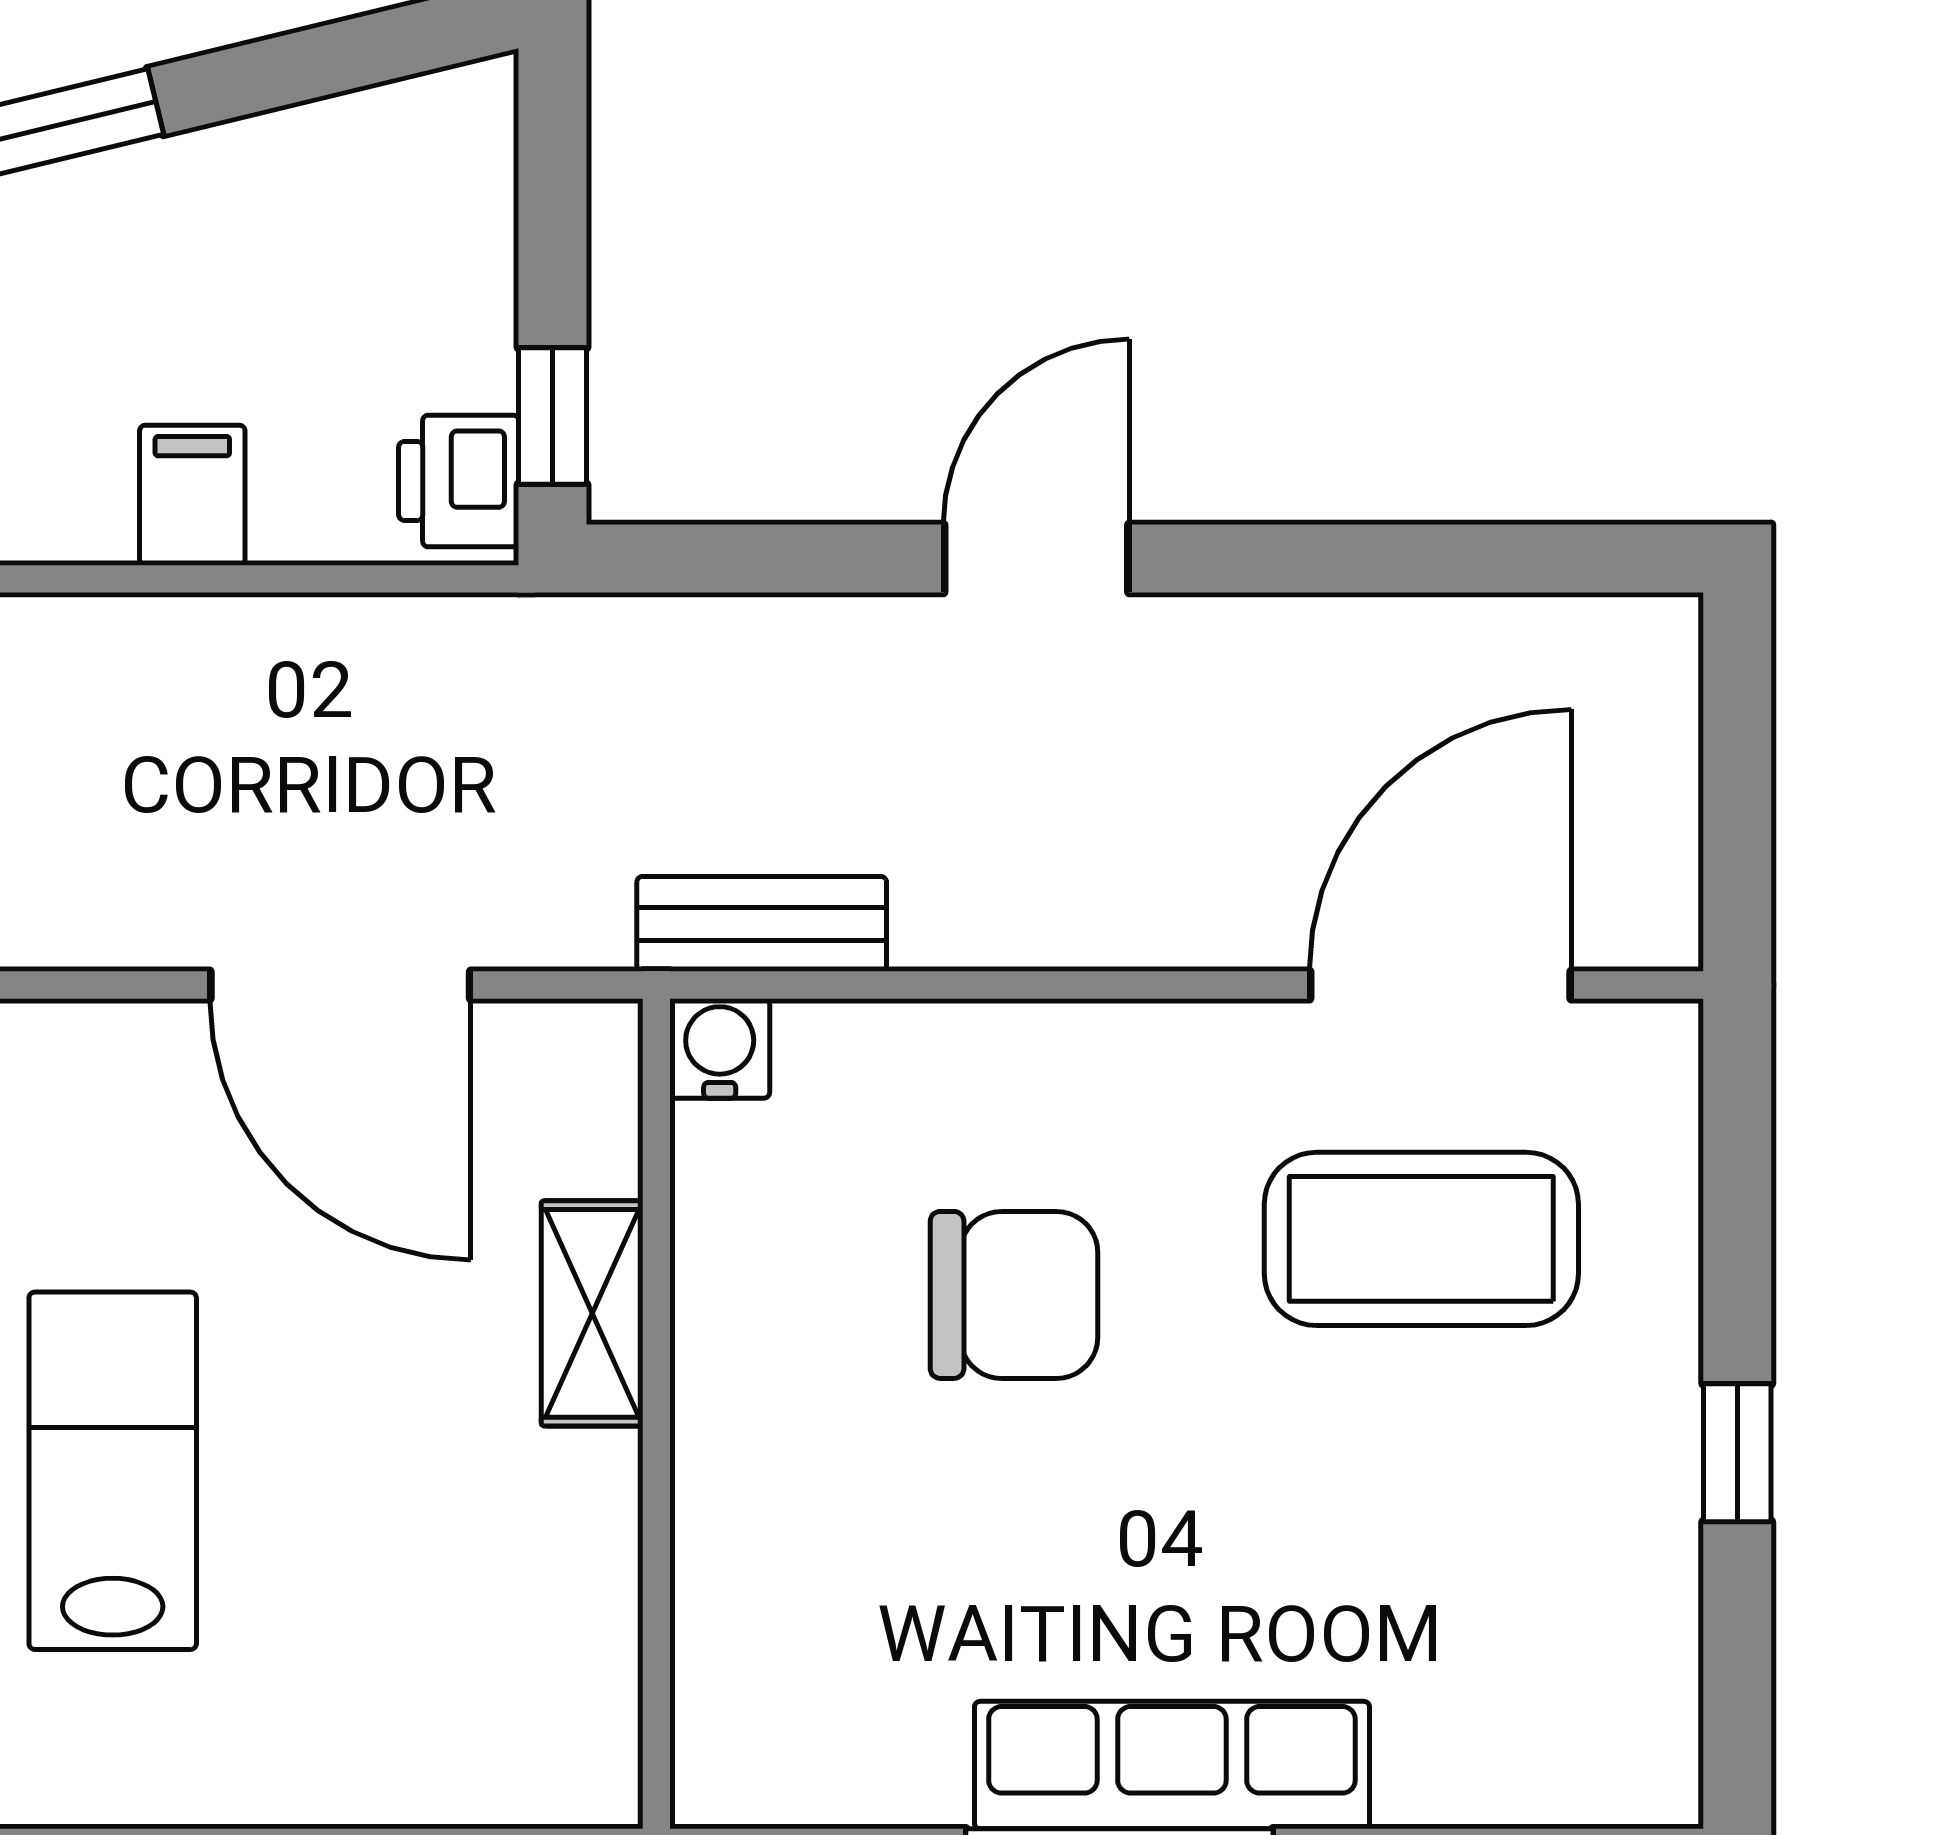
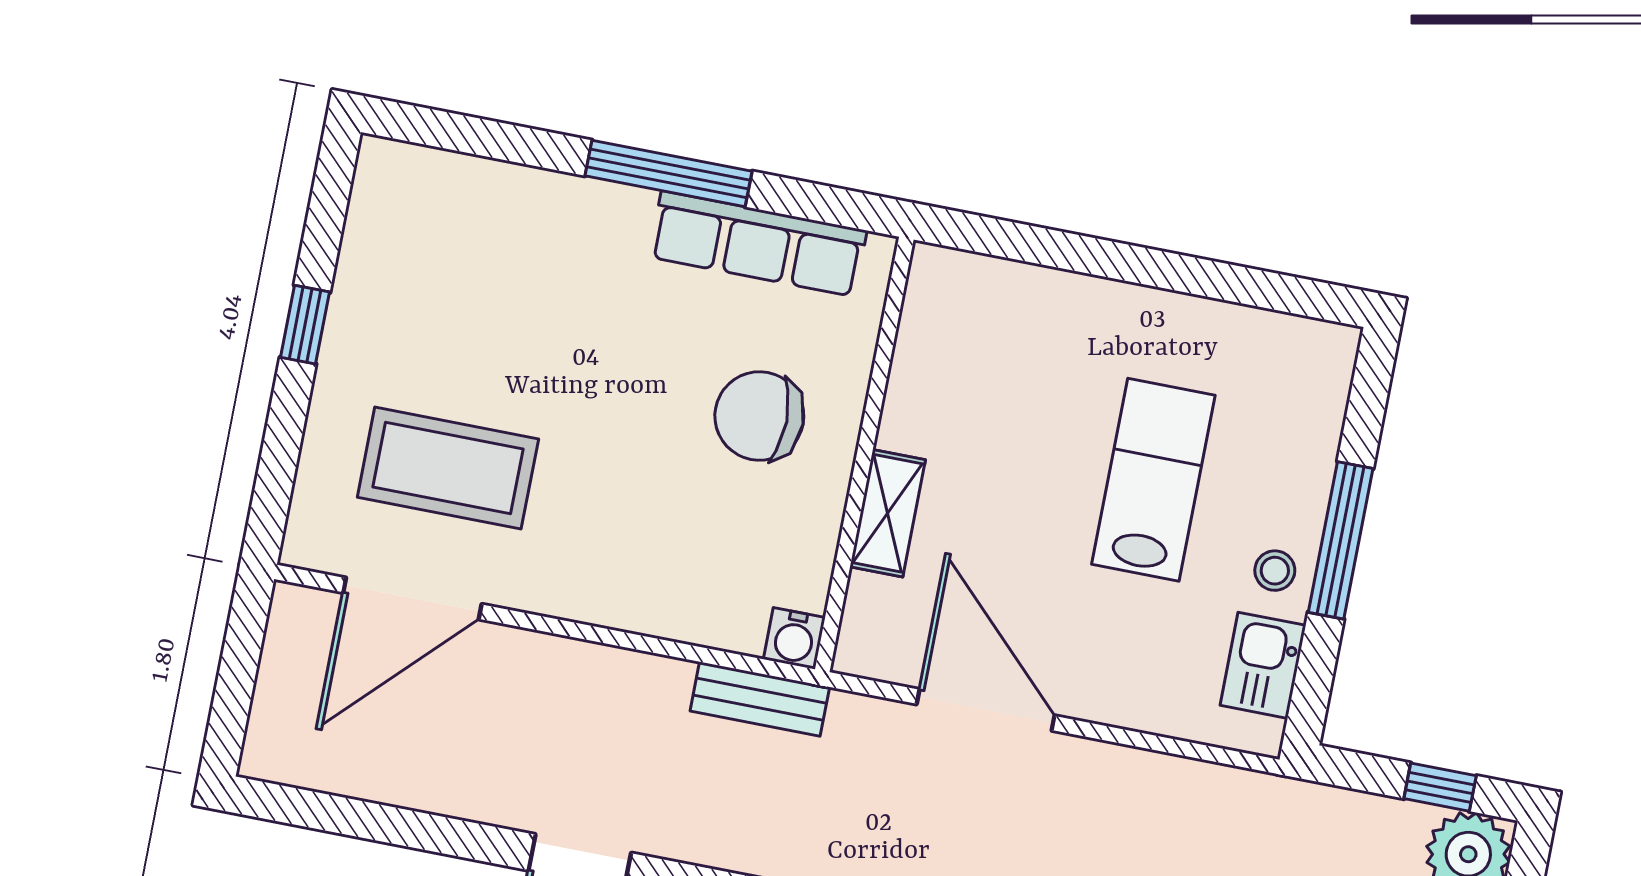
chair: (1014, 1295) -> (759, 416), moved
lab bench: (113, 1471) -> (1153, 480), turned 180
row of seats: (1172, 1765) -> (758, 244), moved

